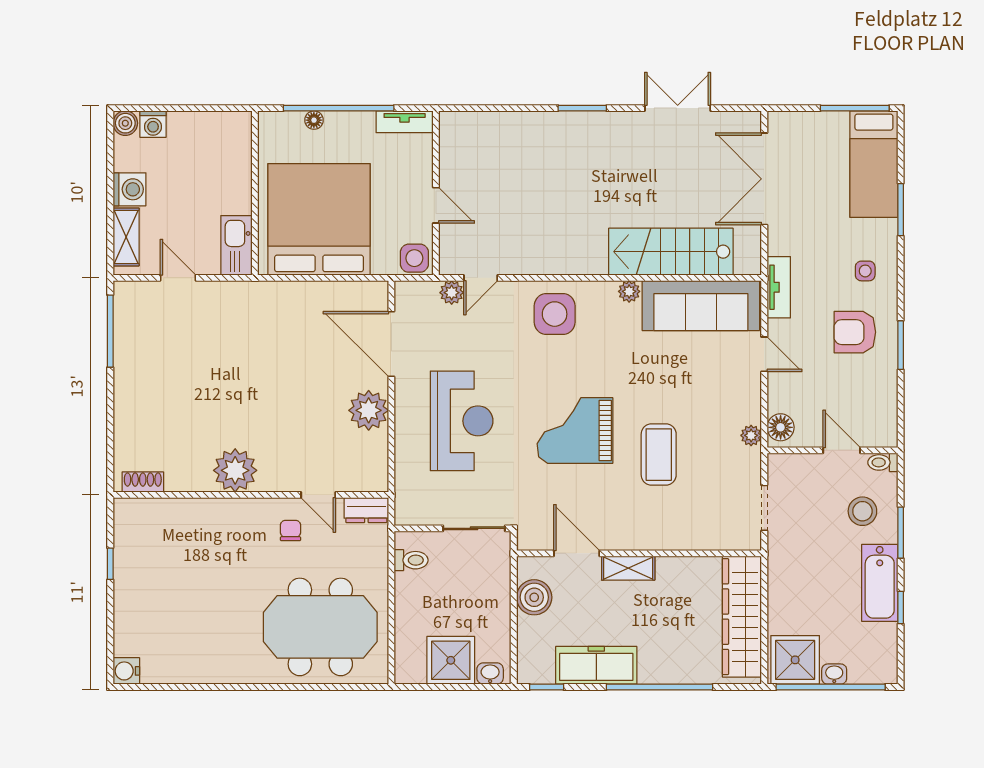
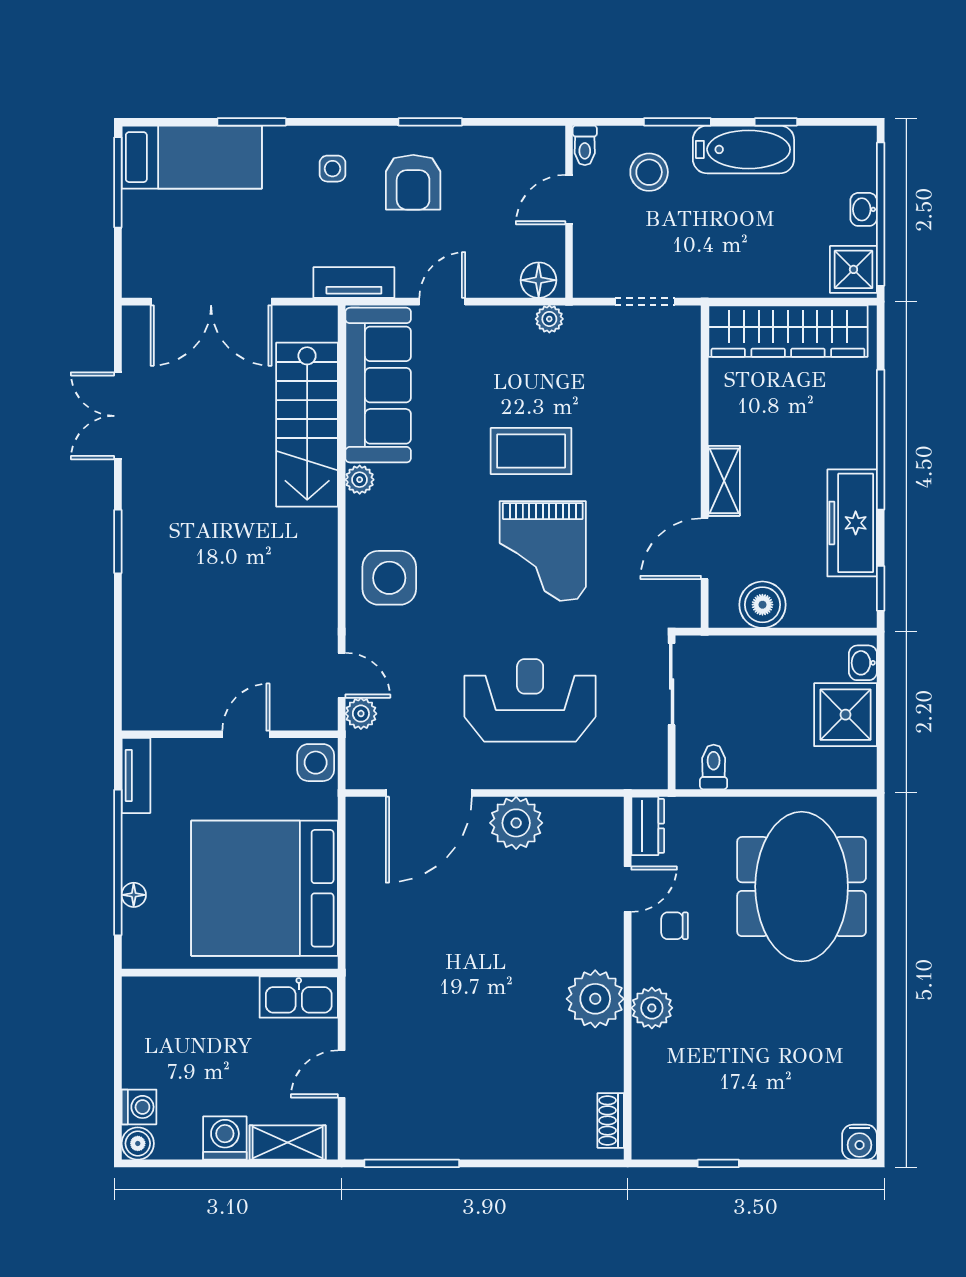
coffee table: (659, 455) -> (531, 451), moved
plant: (228, 513) -> (652, 1008), added
shower: (795, 660) -> (853, 269), width x0.73, depth x0.73

